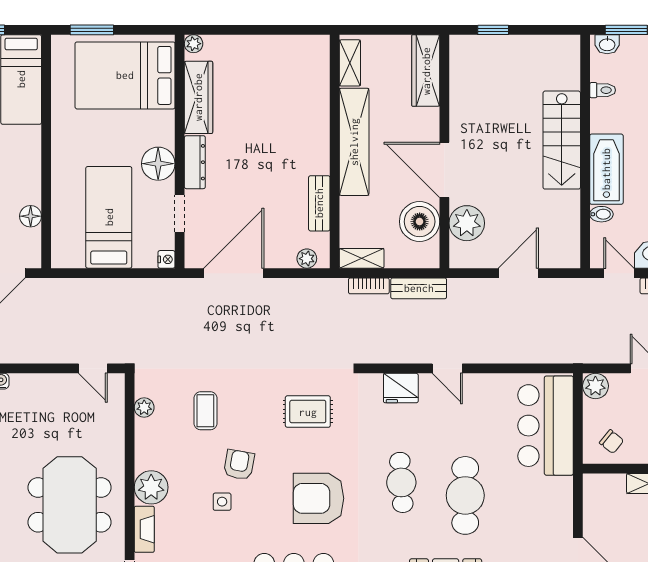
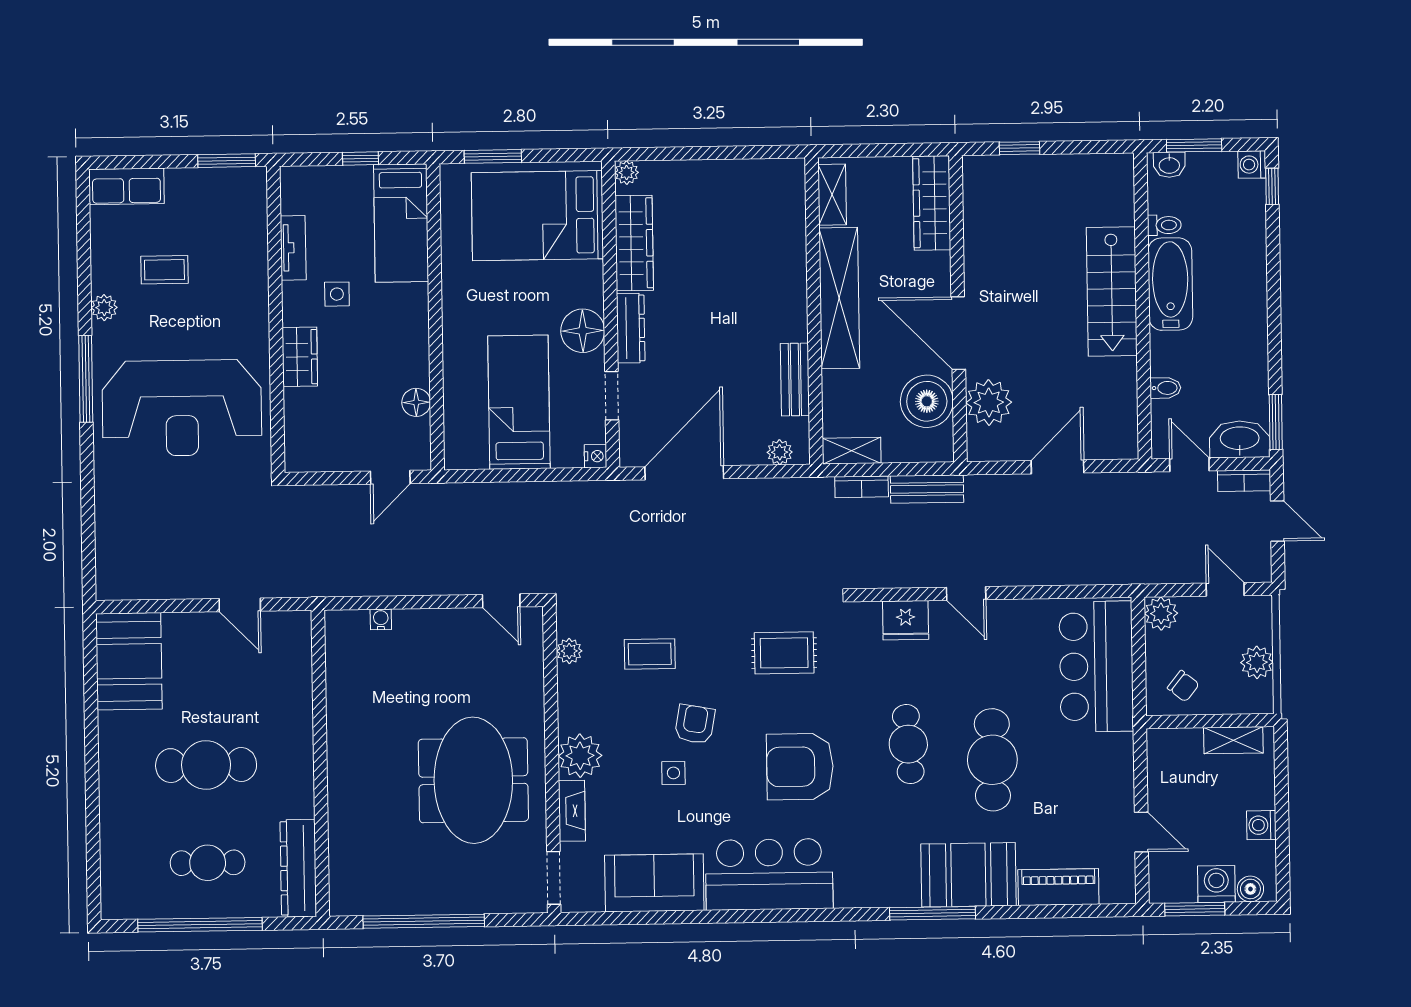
bathtub: (606, 169) -> (1170, 284), moved
coffee table: (205, 411) -> (650, 654), turned 90

